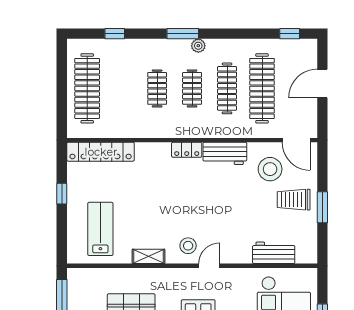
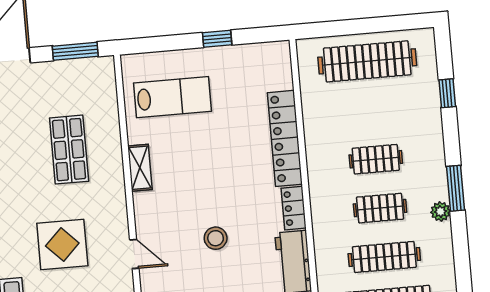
locker: (101, 152) -> (285, 138), moved
stool: (188, 246) -> (216, 238), moved

